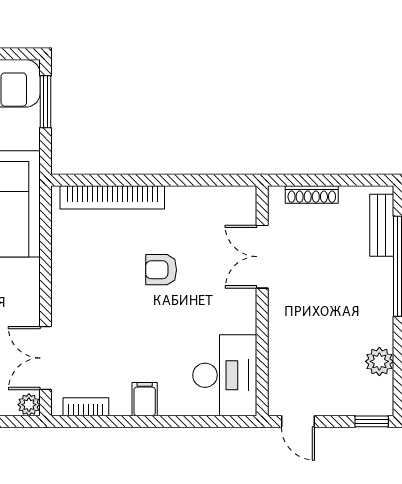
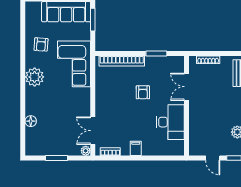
window: (192, 180) -> (156, 54), added
armchair: (161, 270) -> (143, 92), turned -90
desk: (225, 375) -> (170, 122), moved
door: (298, 421) -> (213, 158), moved

